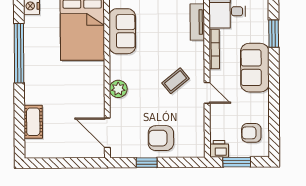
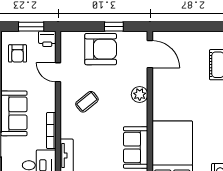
door: (207, 93) -> (58, 72), moved
armchair: (251, 133) -> (18, 53), turned 90
armchair: (161, 138) -> (101, 49), width x1.36, depth x1.36

